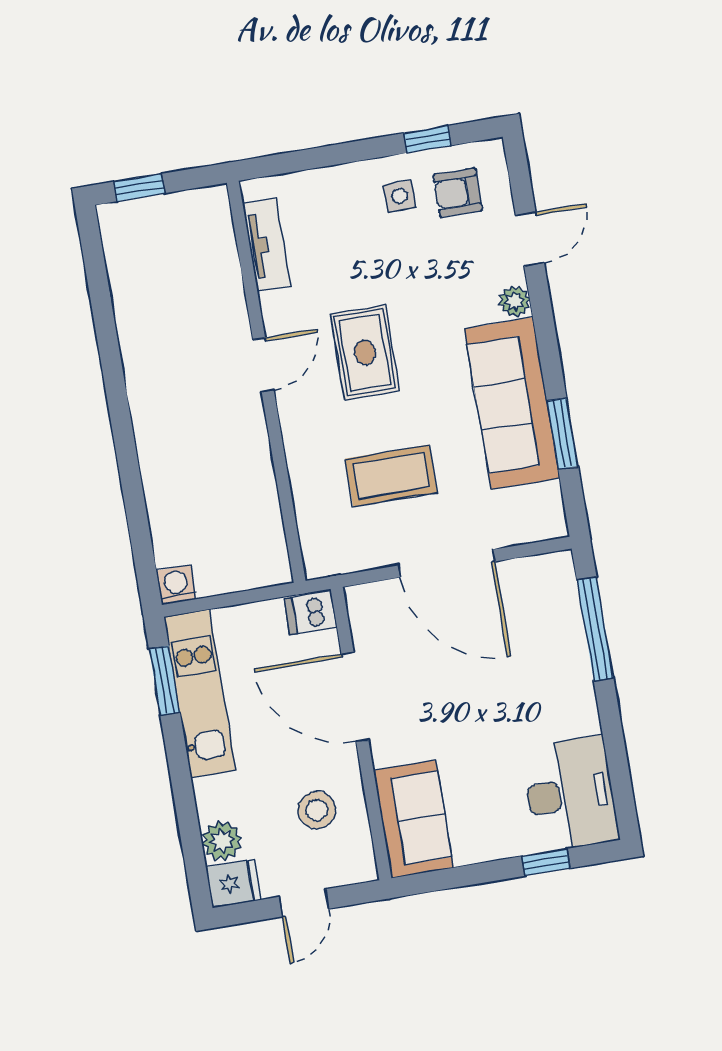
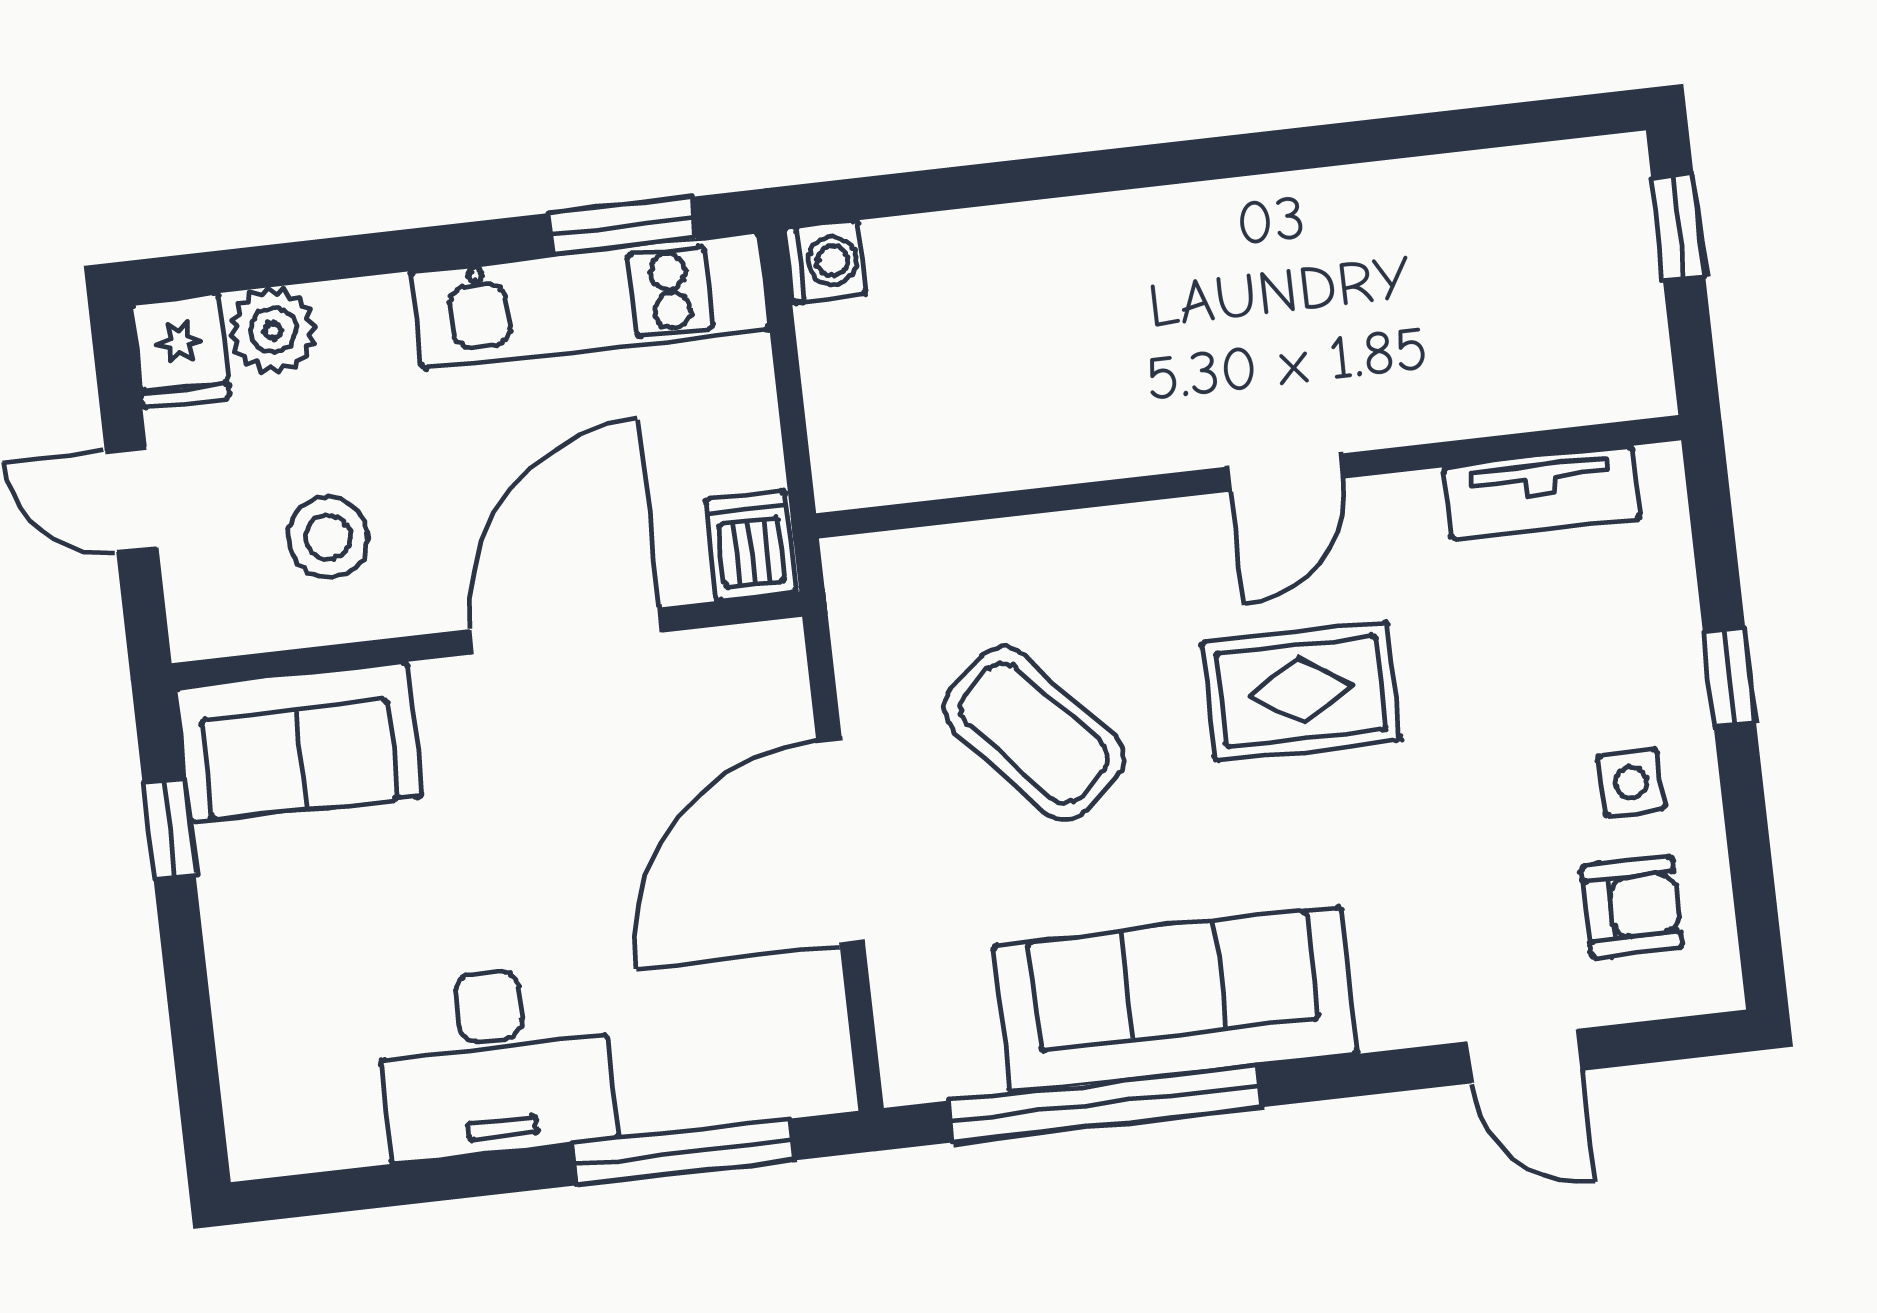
window: (428, 139) -> (1730, 678), moved
armchair: (458, 193) -> (1632, 907), turned 90
plant: (514, 301) -> (1393, 1016), removed
door: (263, 365) -> (1285, 473), hinge flipped
window: (562, 433) -> (1105, 1104), width x2.11
coffee table: (391, 476) -> (1034, 733), turned -42
desk: (570, 794) -> (495, 1062), moved
window: (546, 862) -> (169, 828), moved

